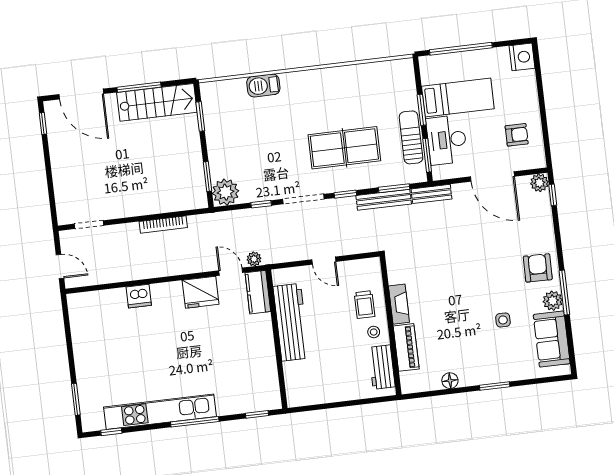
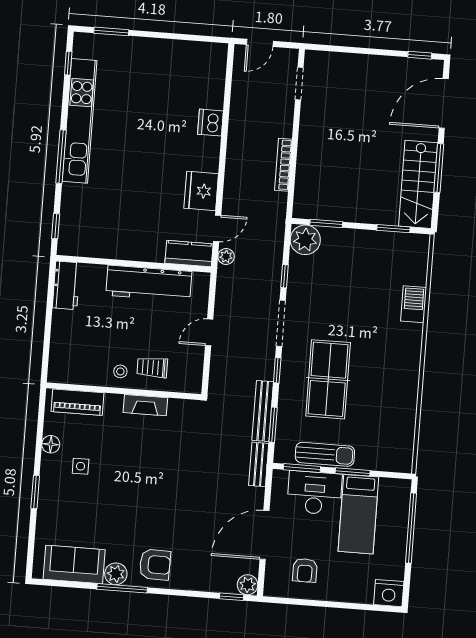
side table: (503, 320) -> (81, 466), moved
piano: (406, 347) -> (78, 402), moved
workbench: (382, 367) -> (66, 285), moved, turned 90

